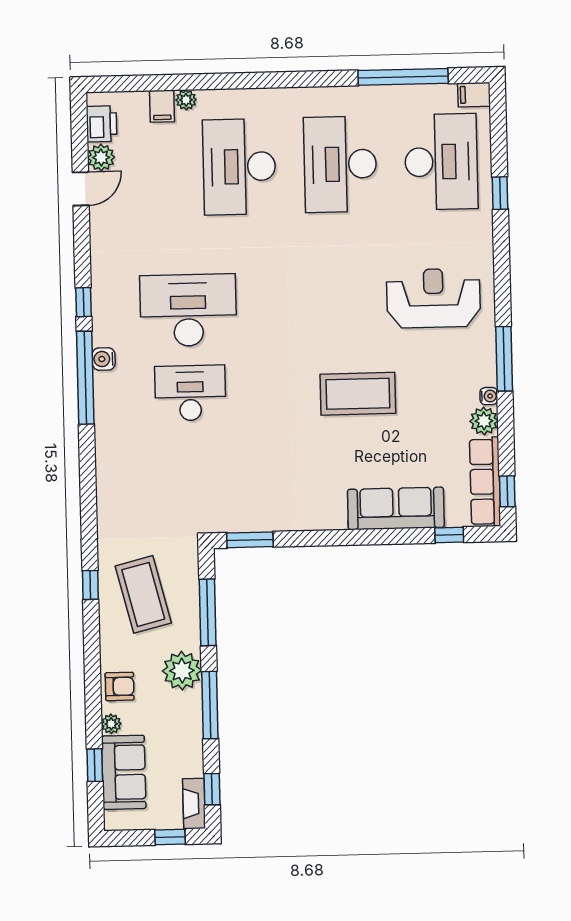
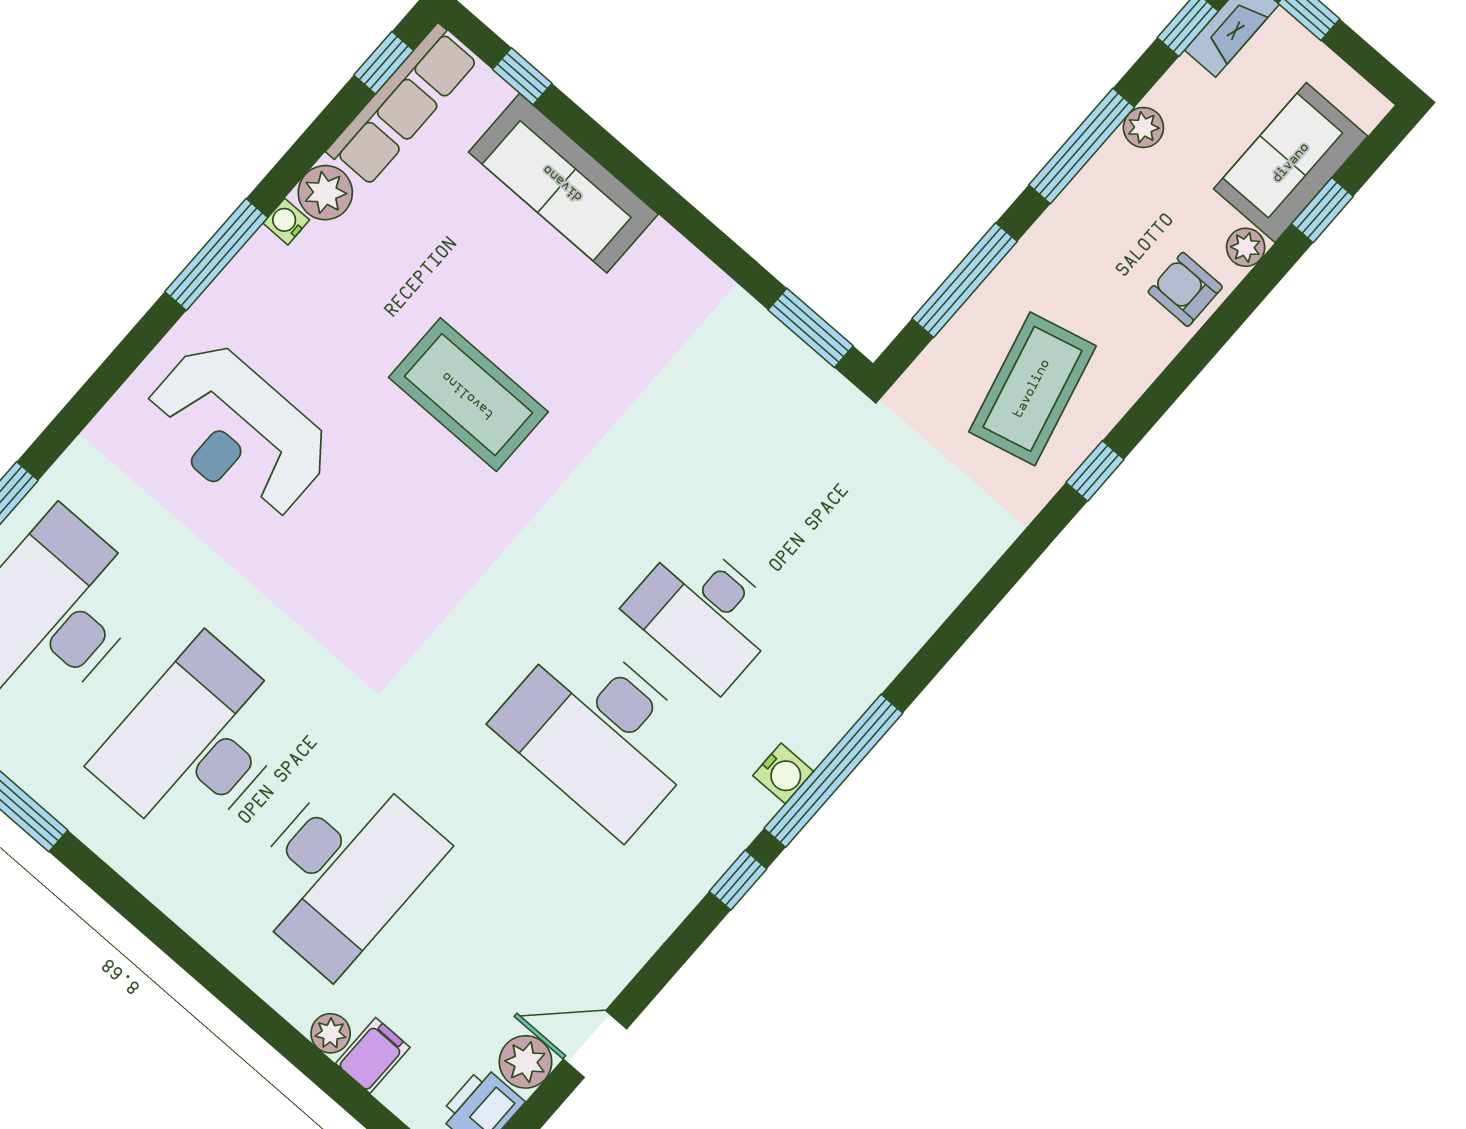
desk: (340, 164) -> (196, 742), turned 180
plant: (182, 671) -> (1143, 127), moved, width x0.53, depth x0.53

